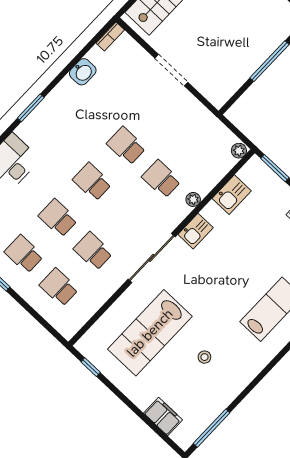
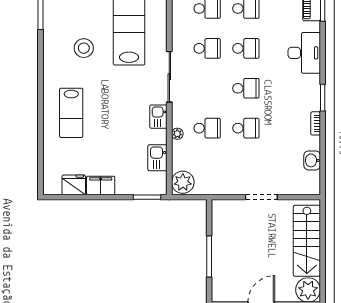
bookcase: (110, 36) -> (316, 123), moved
washbasin: (83, 72) -> (312, 160), moved
plant: (239, 151) -> (183, 182), width x1.88, depth x1.88
stool: (204, 357) -> (84, 48), width x1.89, depth x1.89

